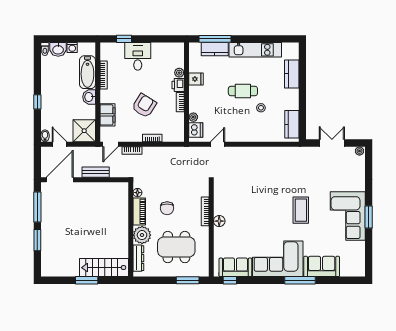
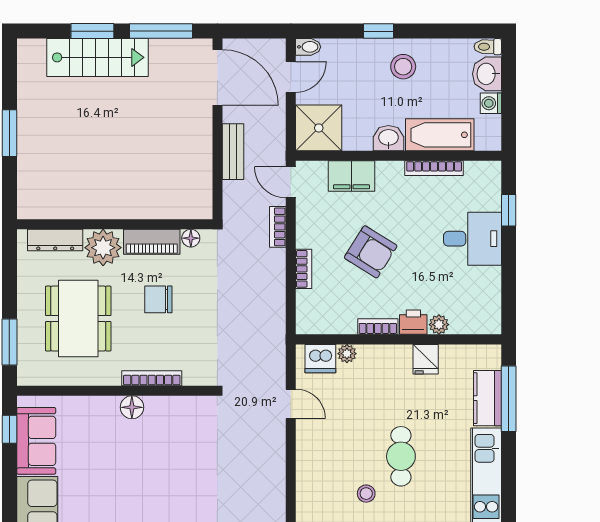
stool: (55, 90) -> (403, 67), added
stairs: (104, 268) -> (98, 57), moved, turned 90

